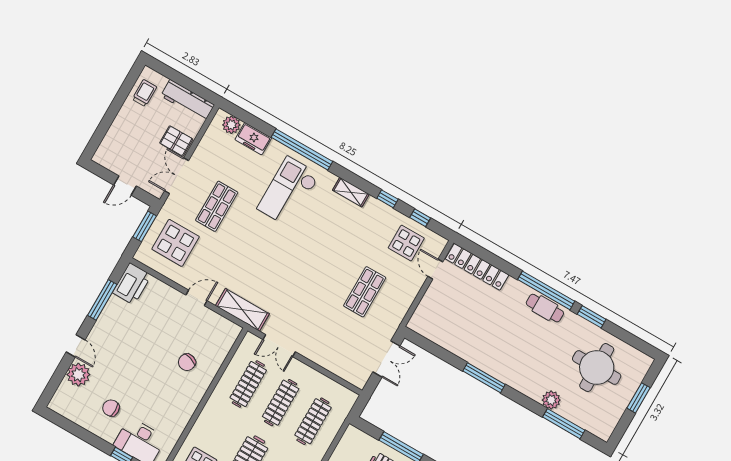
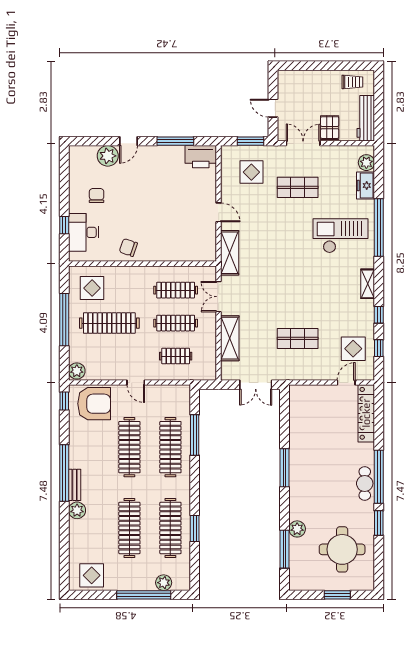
display table: (176, 243) -> (251, 172), width x0.73, depth x0.73
shelving: (326, 358) -> (230, 338), added
chair: (187, 362) -> (128, 247), moved
clothes rail: (313, 421) -> (176, 356), width x0.73

